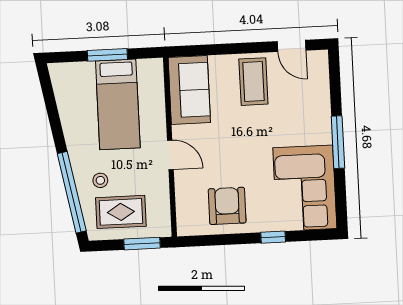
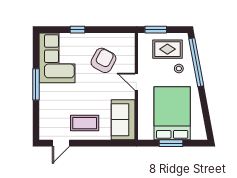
door: (292, 46) -> (61, 143), swing flipped
coffee table: (253, 82) -> (85, 123), turned 90
bed: (118, 104) -> (172, 113), width x1.50
armchair: (227, 206) -> (103, 60), moved, turned -152

